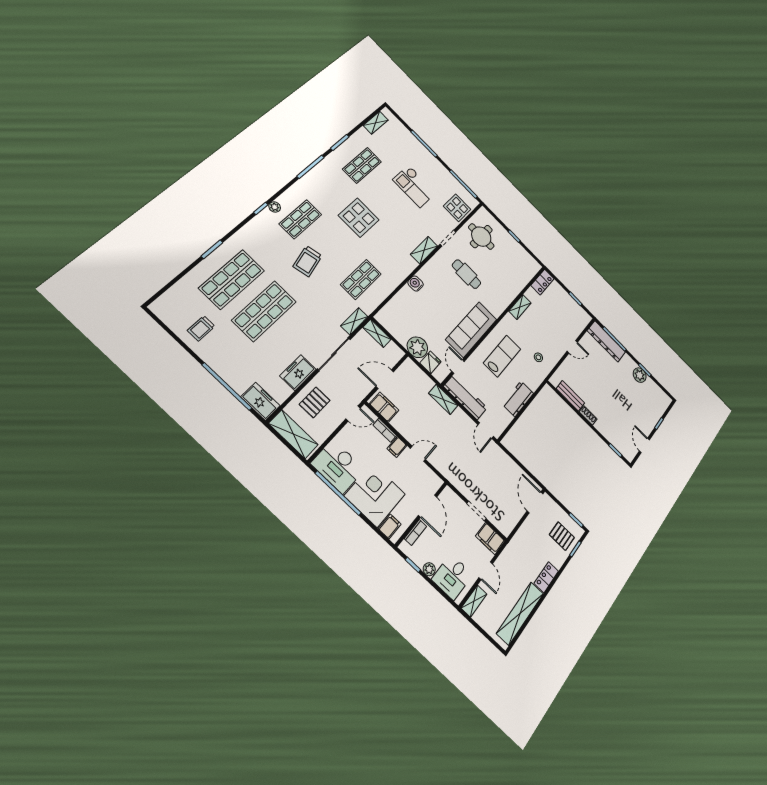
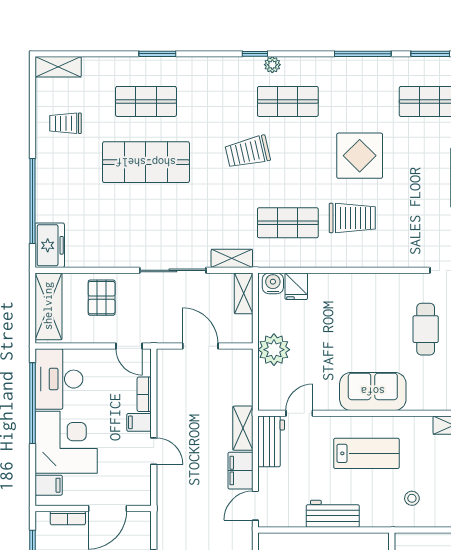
shelving: (424, 250) -> (58, 67), moved
trolley: (386, 251) -> (352, 218), added
shop shelf: (232, 279) -> (146, 101), width x0.70, depth x0.74
water cooler: (416, 284) -> (273, 283), moved
sofa: (471, 330) -> (373, 391), width x0.73
fridge: (430, 362) -> (296, 286), moved, turned 90
freezer: (298, 373) -> (116, 253), removed
workbench: (465, 397) -> (271, 441), width x0.73
pallet: (315, 402) -> (102, 298), turned 90
filing cabinet: (384, 407) -> (240, 471), moved, turned 180

